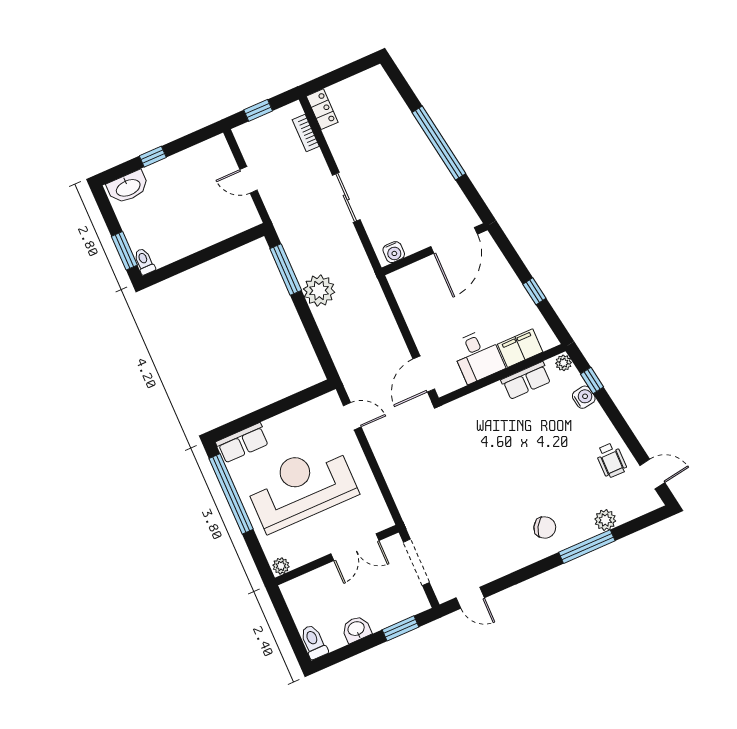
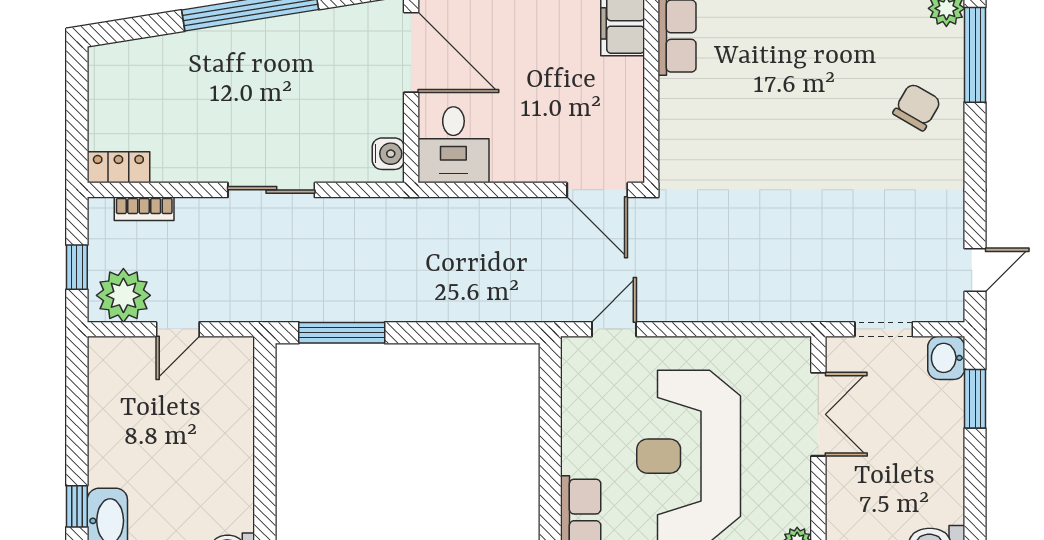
window: (153, 157) -> (77, 506), moved
plant: (319, 291) -> (123, 295), moved
desk: (478, 356) -> (453, 145), moved, turned 90
doorway: (416, 562) -> (884, 329), width x0.73
washbasin: (356, 629) -> (946, 358), moved

